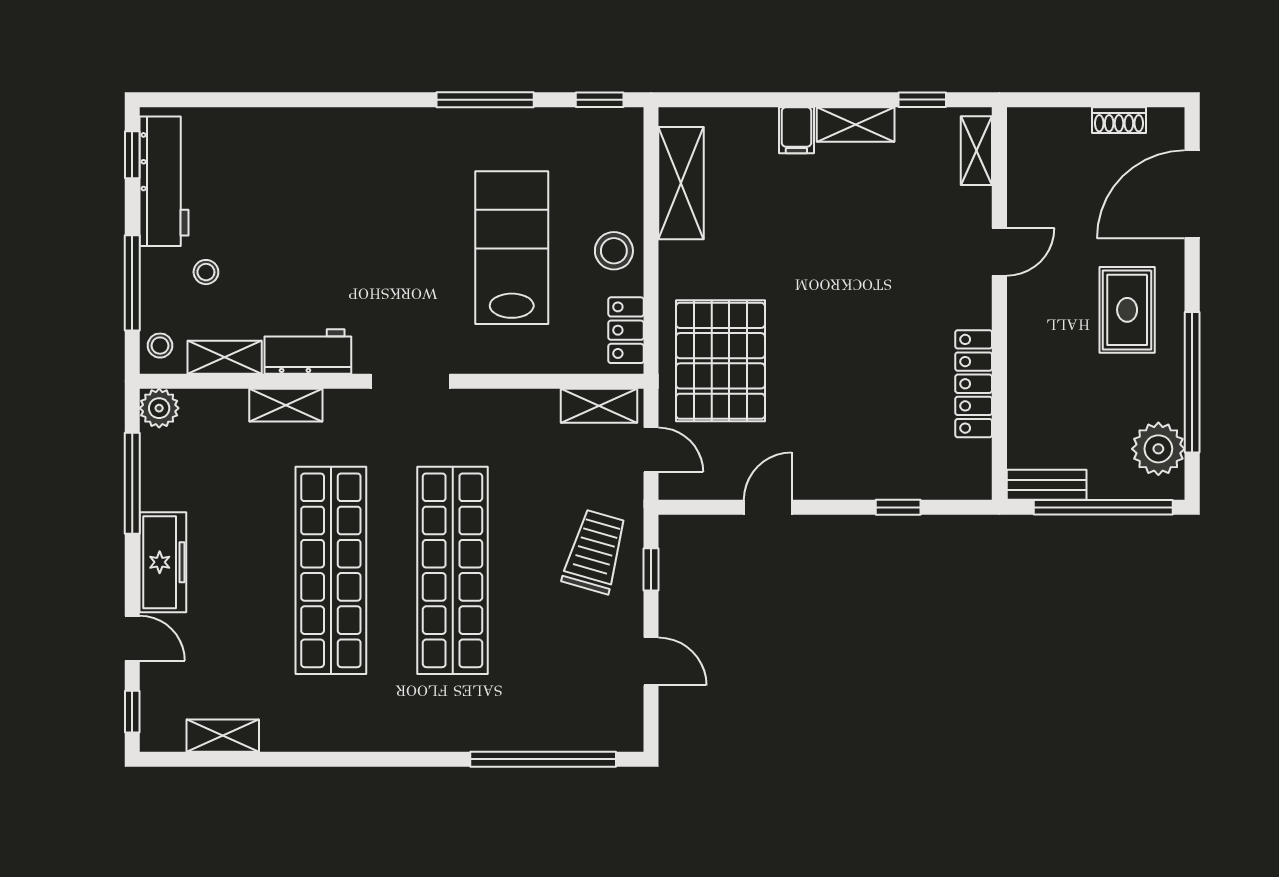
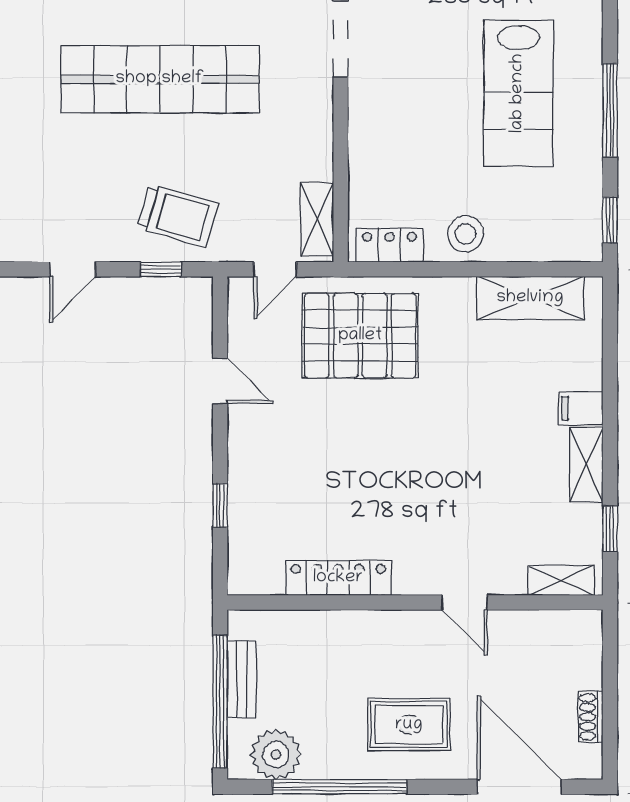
lab bench: (512, 248) -> (518, 93), moved, turned 90
bench: (1047, 485) -> (242, 679), moved

